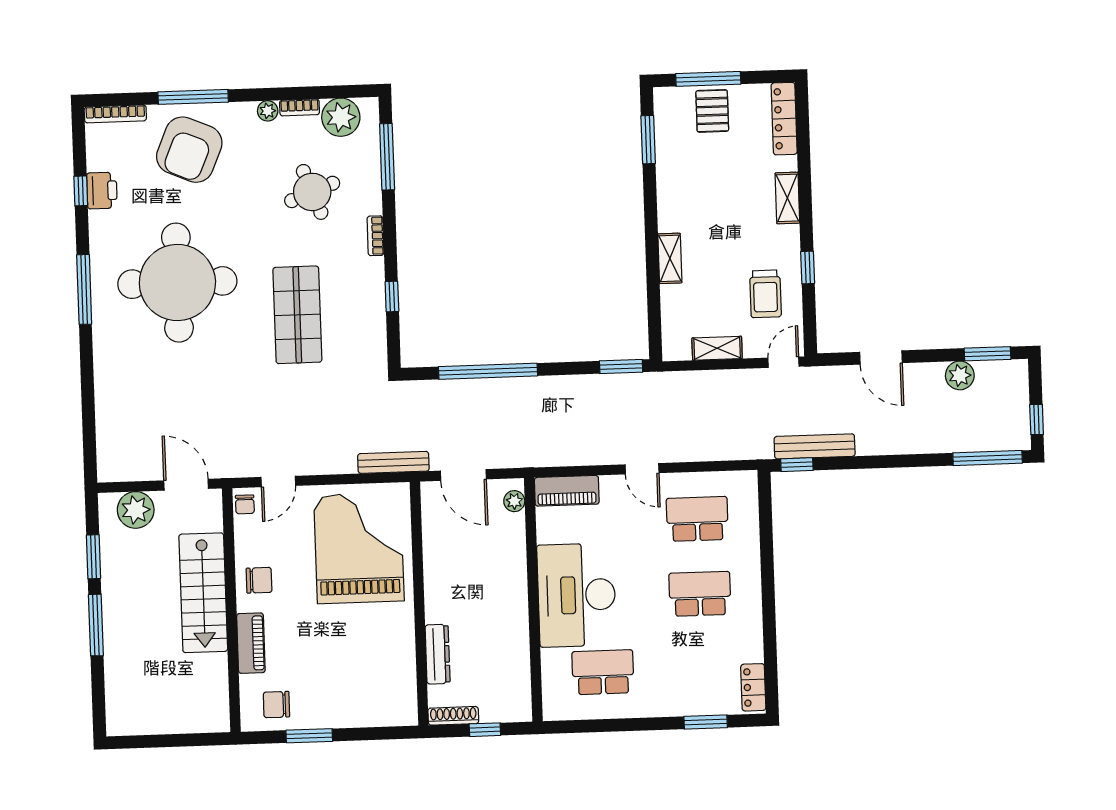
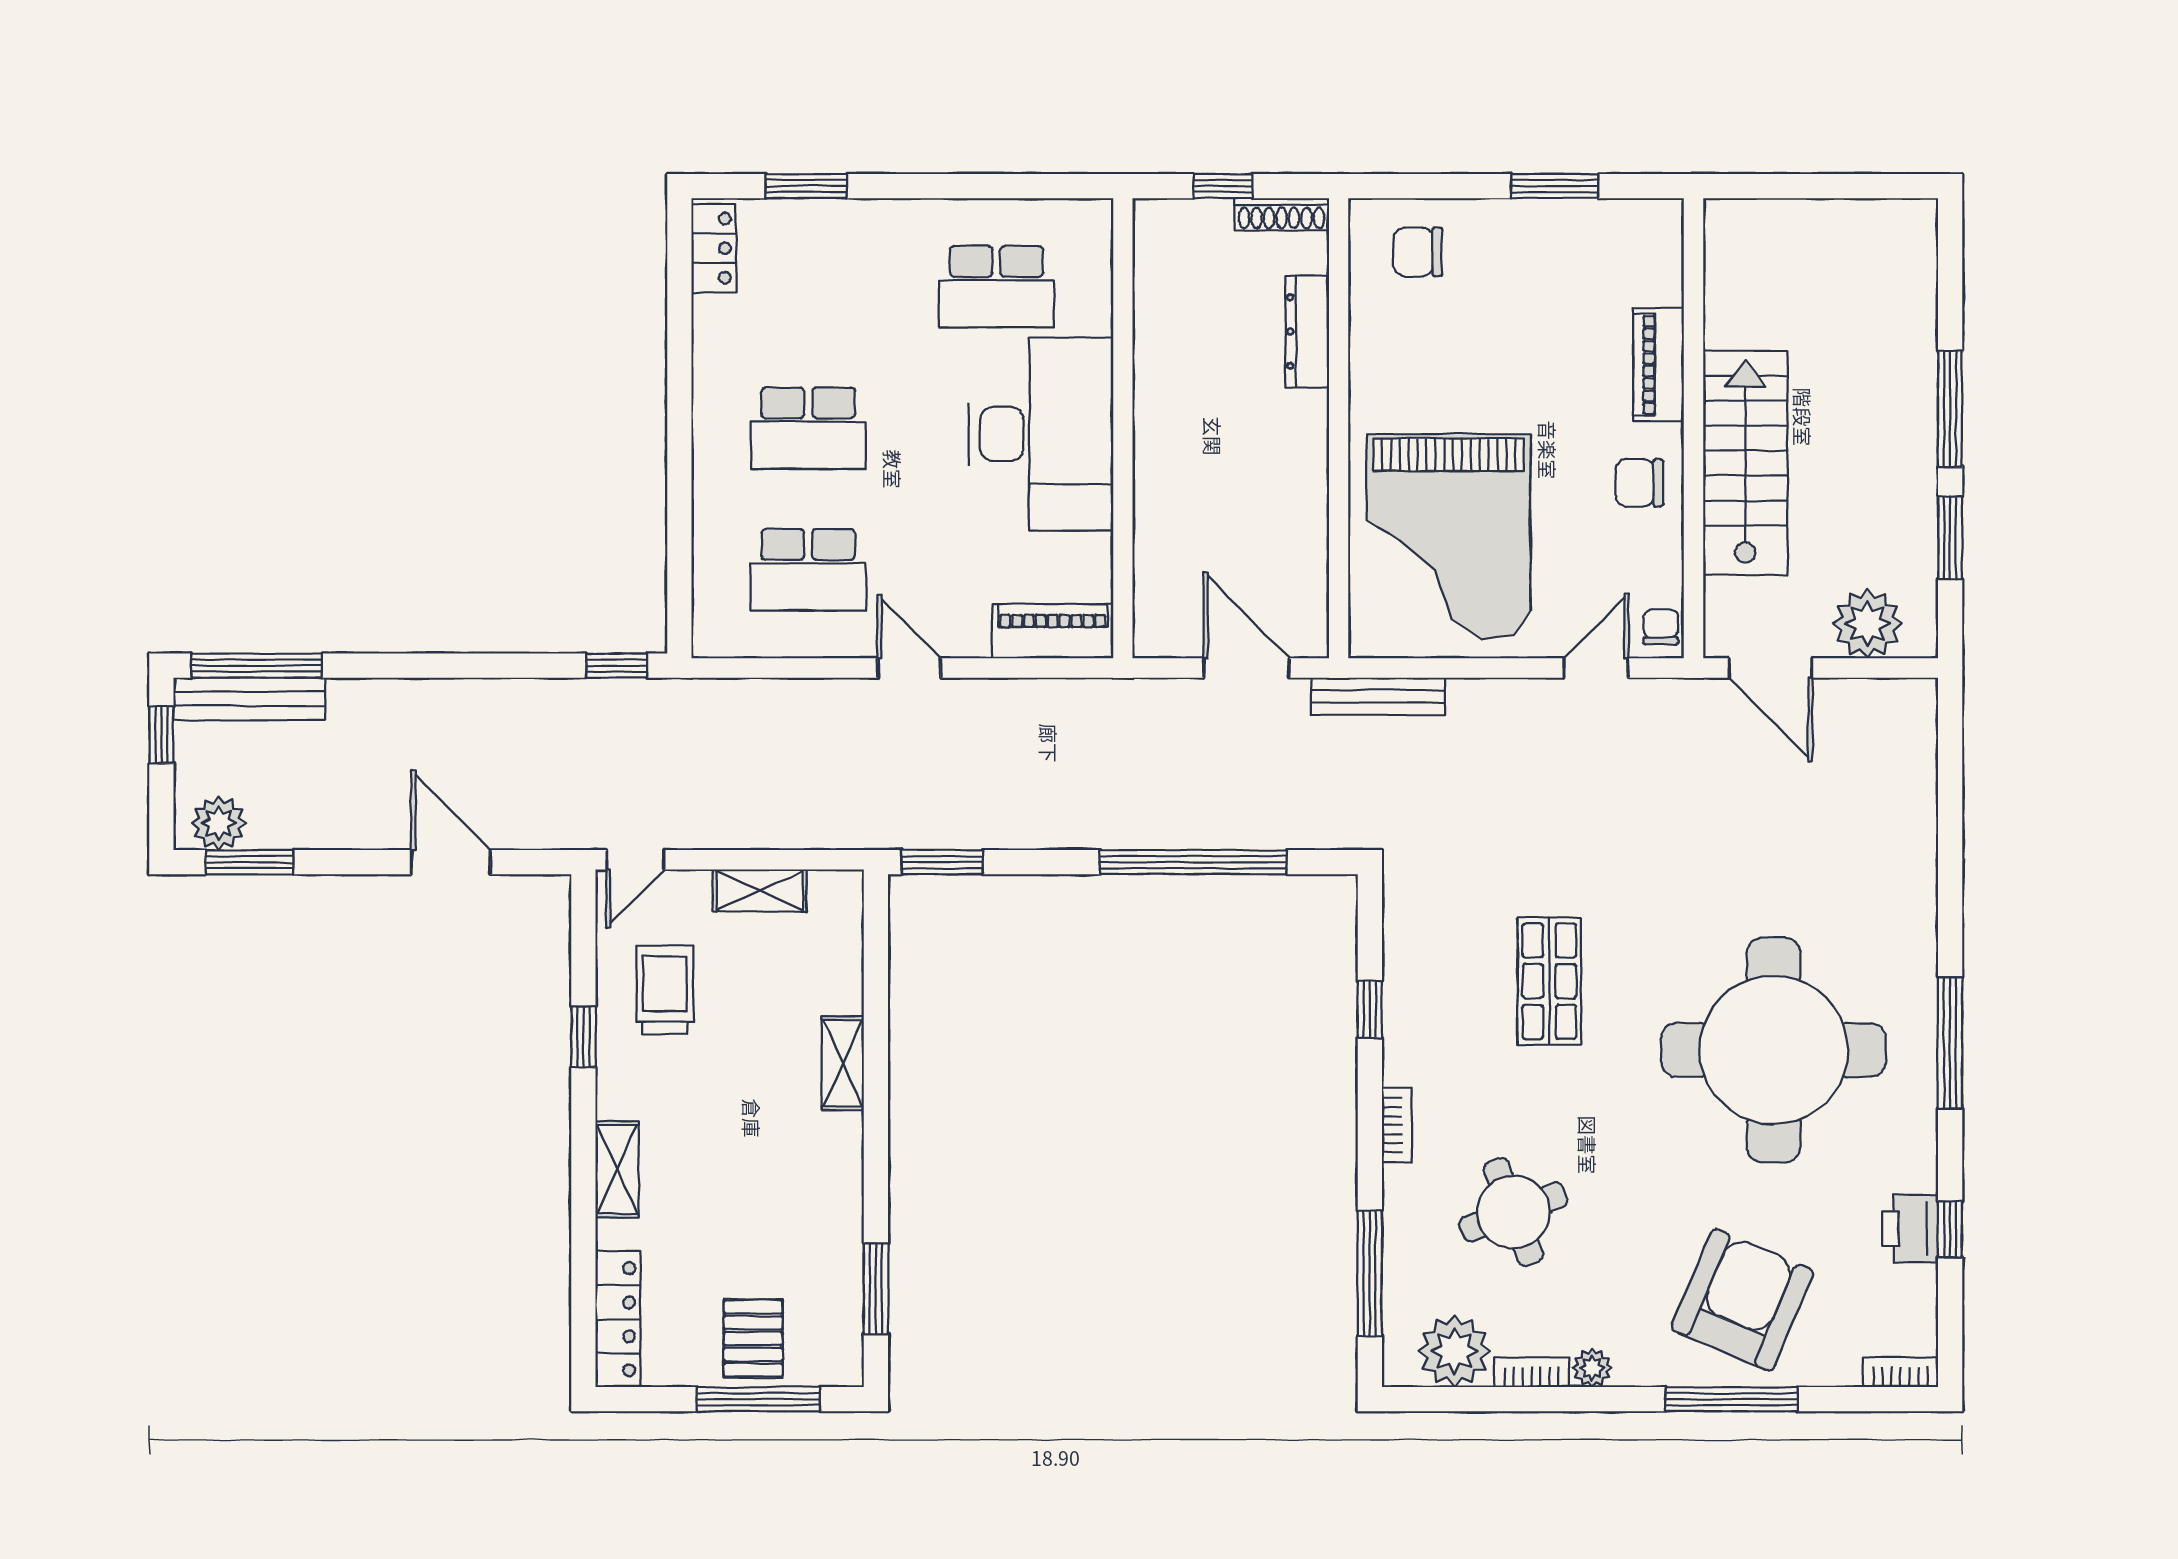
bookcase: (115, 114) -> (1901, 1372), width x0.64
shop shelf: (297, 315) -> (1549, 981), width x0.70, depth x0.74
plant: (960, 375) -> (219, 823), moved
bench: (815, 446) -> (249, 699), moved
plant: (514, 501) -> (1152, 615), removed
chair: (276, 705) -> (1418, 252), moved, turned 180

